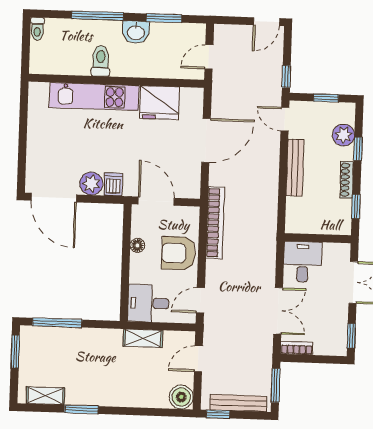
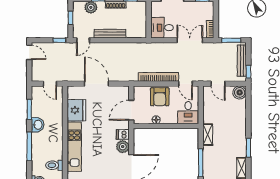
toilet: (101, 61) -> (54, 165), moved
bookcase: (215, 223) -> (158, 77), moved
shelving: (143, 338) -> (208, 135), moved

